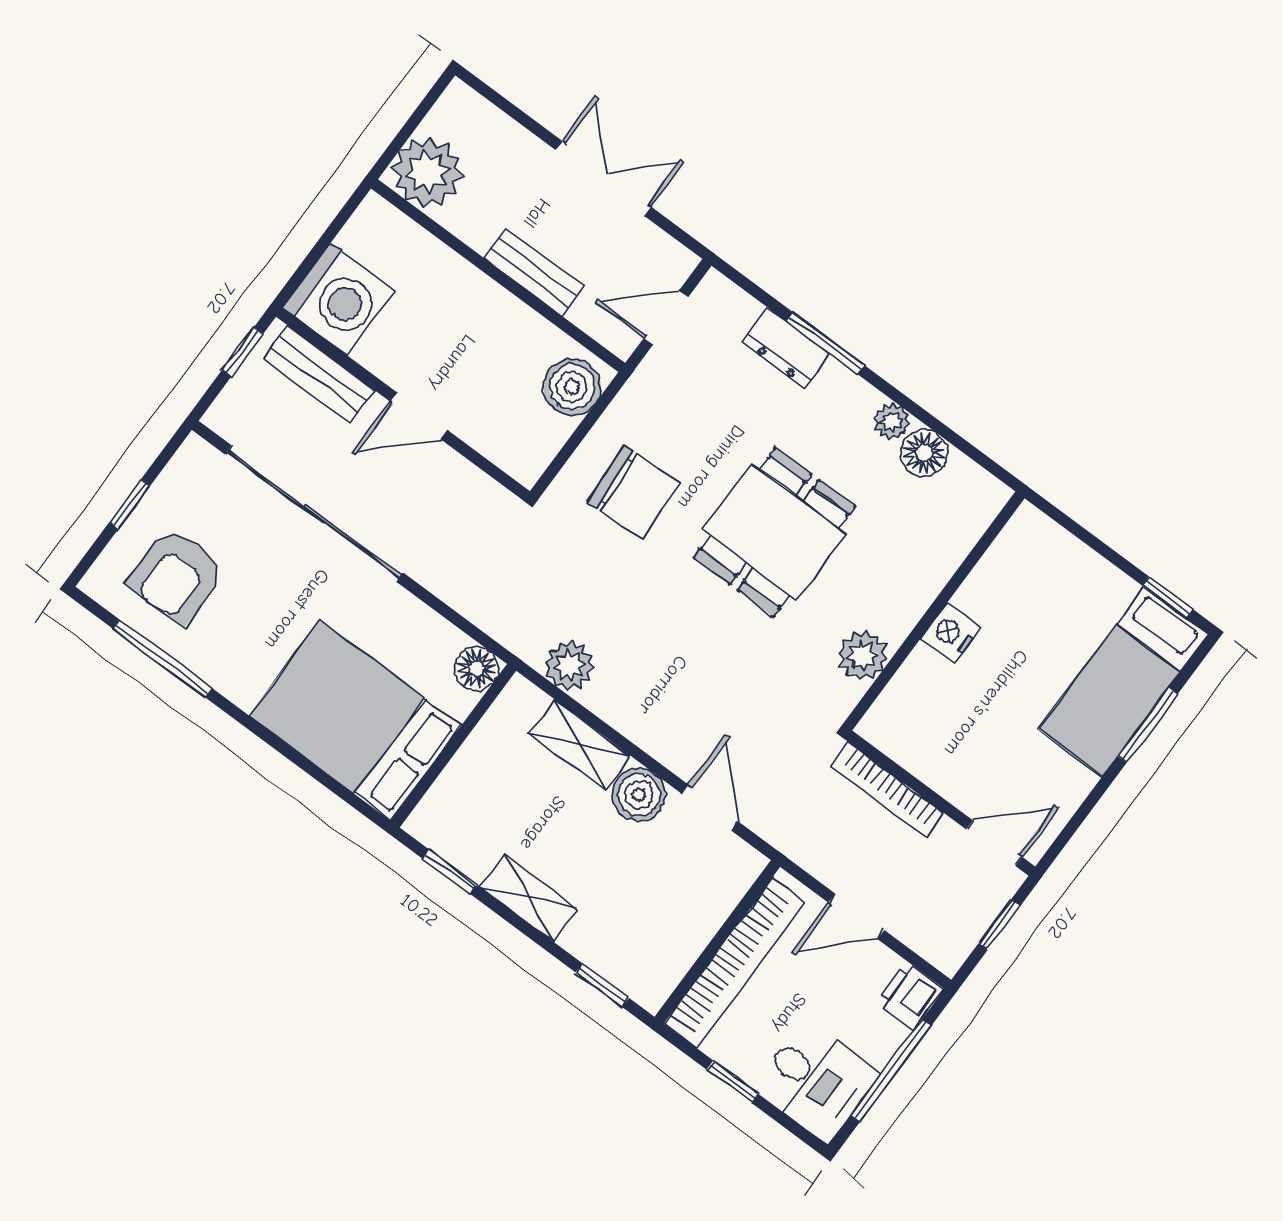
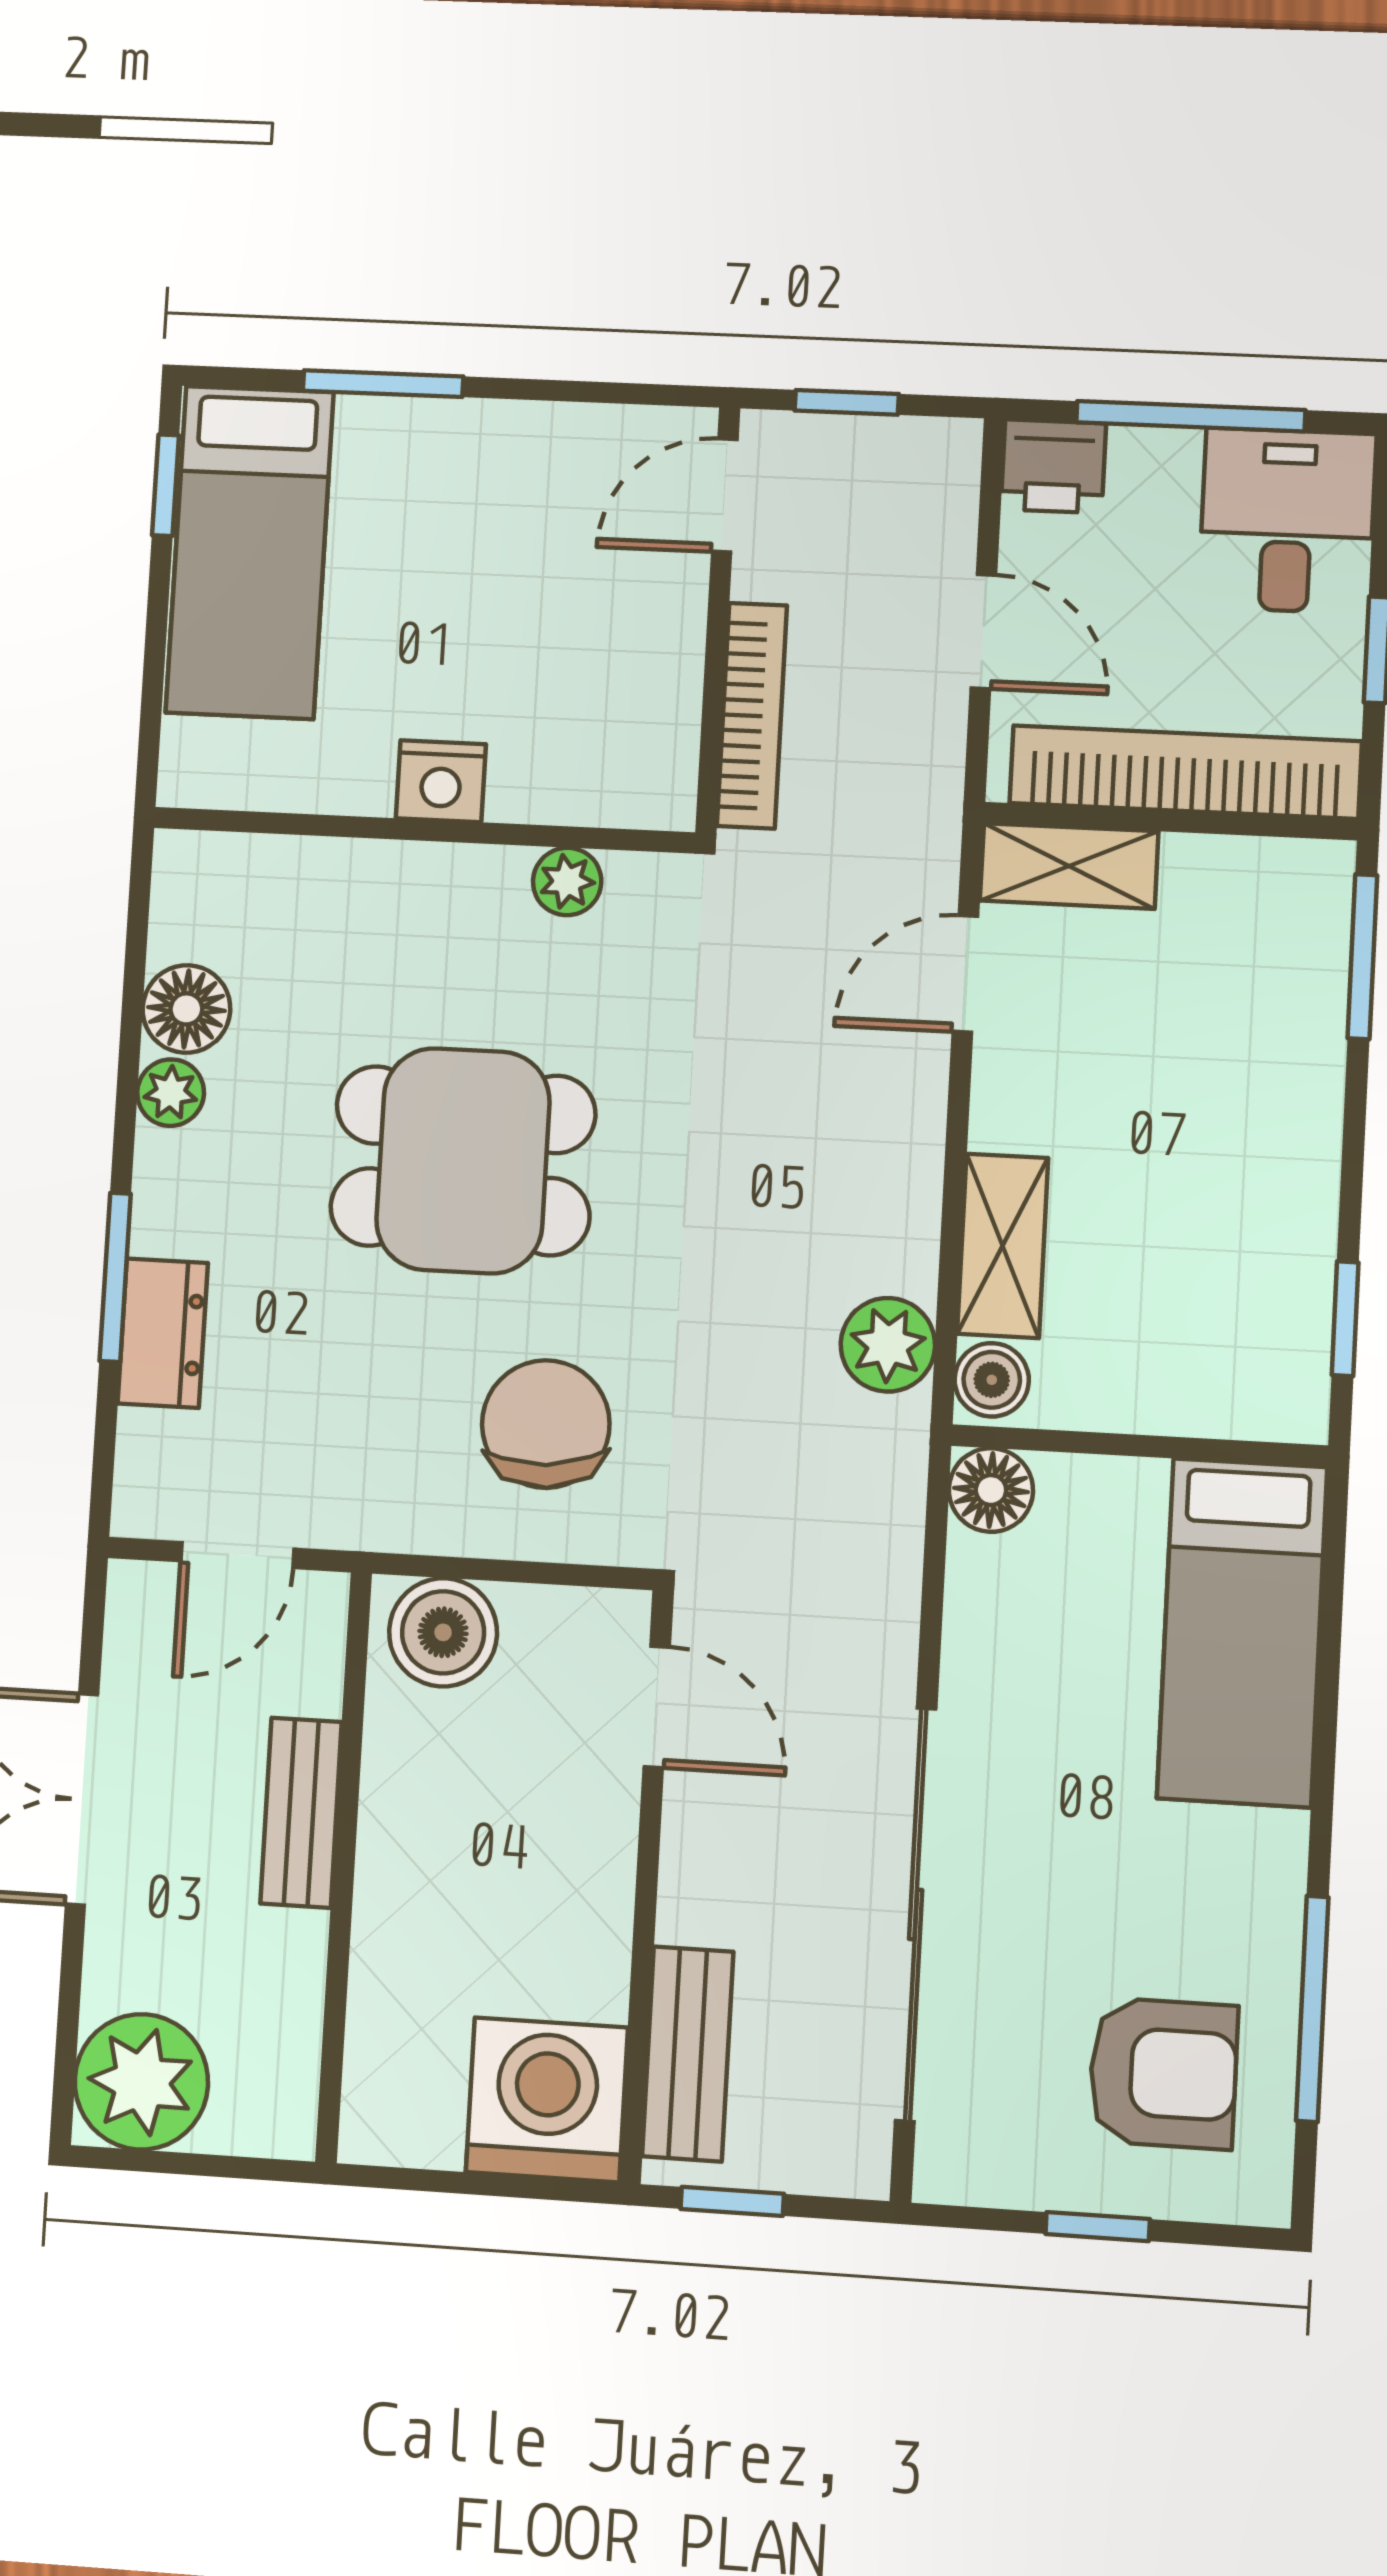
plant: (427, 172) -> (141, 2082), moved
door: (666, 318) -> (237, 1555), hinge flipped
door: (419, 416) -> (657, 1707), moved
plant: (863, 656) -> (567, 881), width x0.73, depth x0.73
bed: (1123, 682) -> (250, 552), moved, turned 90
bed: (355, 720) -> (1242, 1633), width x0.67
boiler: (639, 795) -> (992, 1380), moved, width x0.73, depth x0.73
door: (994, 843) -> (725, 495), hinge flipped
shelving: (529, 898) -> (1069, 866), moved, turned 90
window: (602, 985) -> (1362, 957), width x1.50

